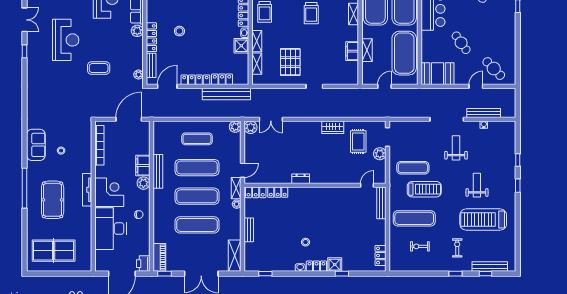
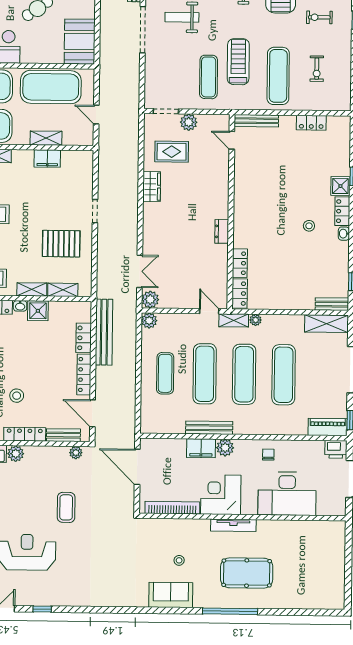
corner desk: (109, 192) -> (221, 495), moved
bench: (249, 230) -> (332, 304), moved
table tennis table: (54, 251) -> (316, 572), removed
locker: (381, 256) -> (311, 123), moved

